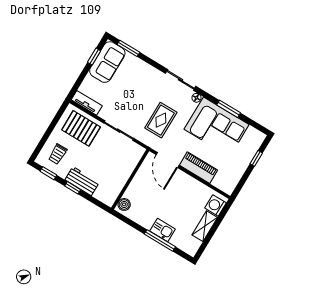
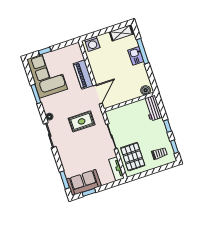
corner sofa: (217, 127) -> (47, 74), moved
workbench: (82, 181) -> (153, 108), moved
shelving: (205, 226) -> (121, 33), moved

